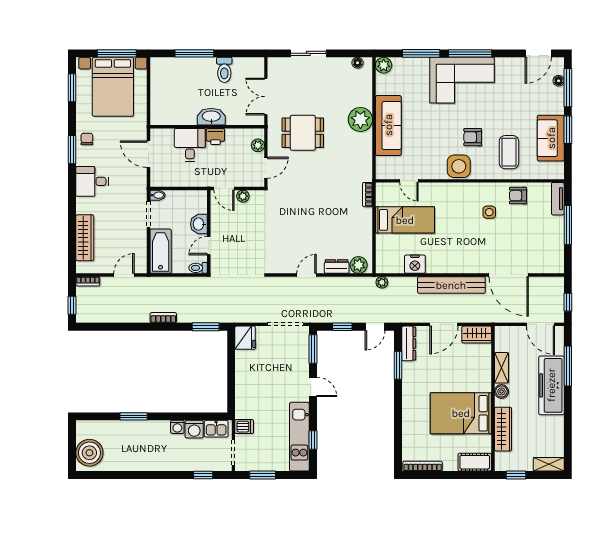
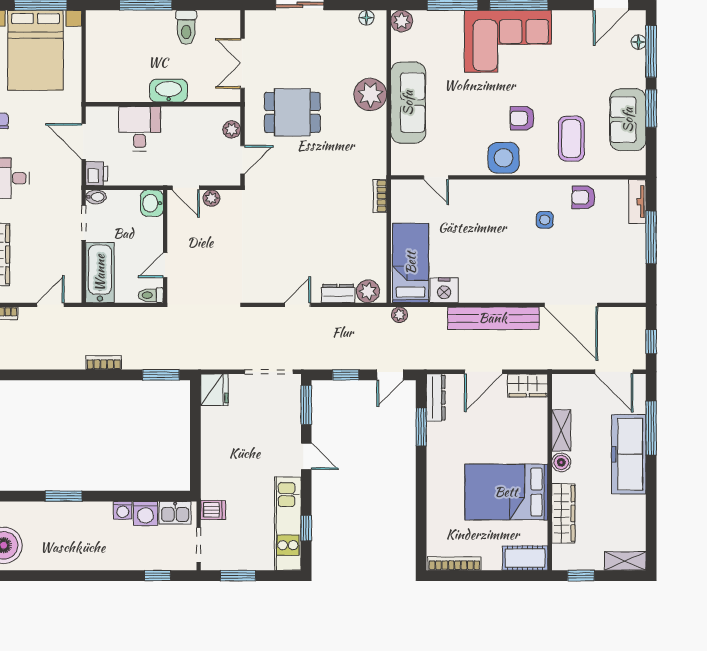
printer: (215, 136) -> (97, 174), moved, turned -90
bed: (405, 220) -> (411, 263), moved, turned -90
washbasin: (199, 224) -> (152, 203), moved

